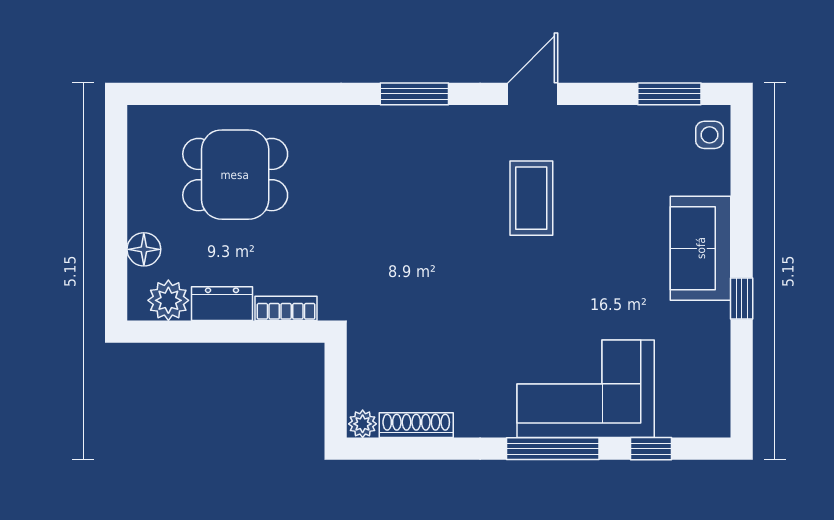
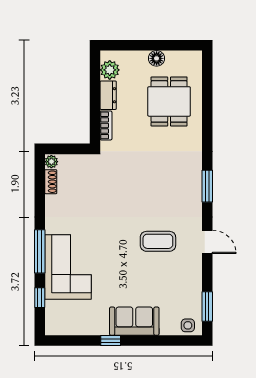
floor lamp: (144, 249) -> (157, 58), moved
shoe rack: (416, 425) -> (51, 182), width x0.70

